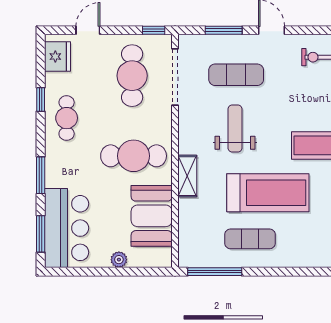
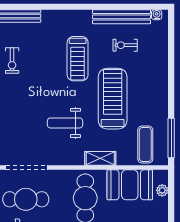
exercise mat: (236, 75) -> (25, 122), removed
exercise mat: (250, 239) -> (145, 144), moved
plant: (119, 260) -> (162, 190), moved

